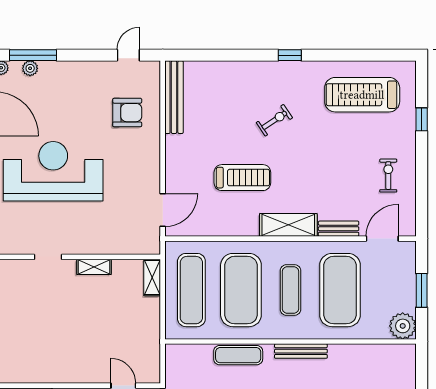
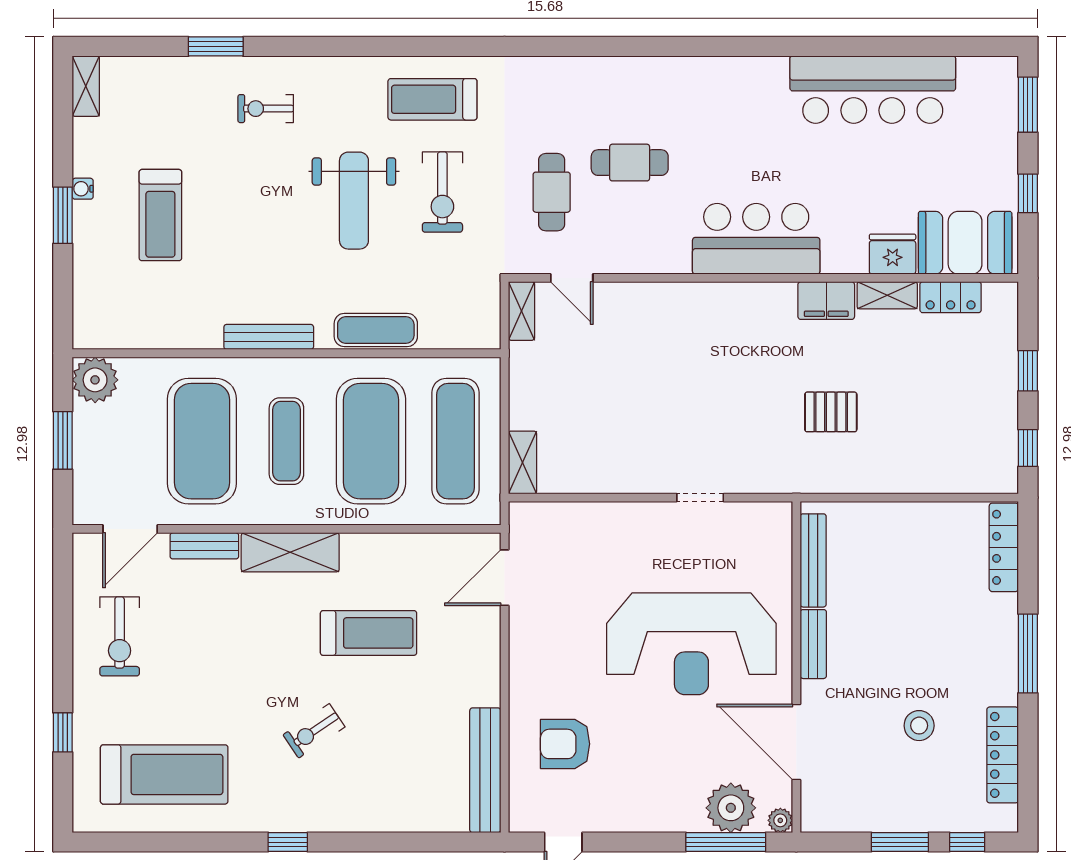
plant: (30, 68) -> (731, 808), width x1.88, depth x1.88
exercise bike: (388, 176) -> (120, 636), width x1.38, depth x1.39
treadmill: (242, 178) -> (369, 633), turned 180
shelving: (94, 267) -> (522, 311), moved, turned 90

